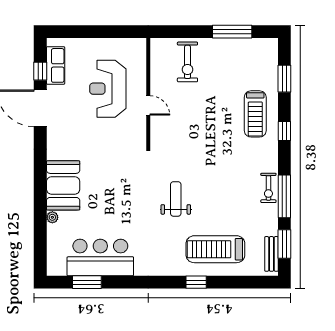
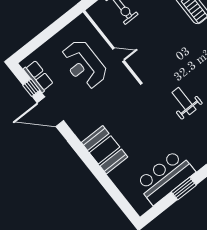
plant: (52, 217) -> (114, 176), removed
window: (87, 282) -> (184, 188), moved

